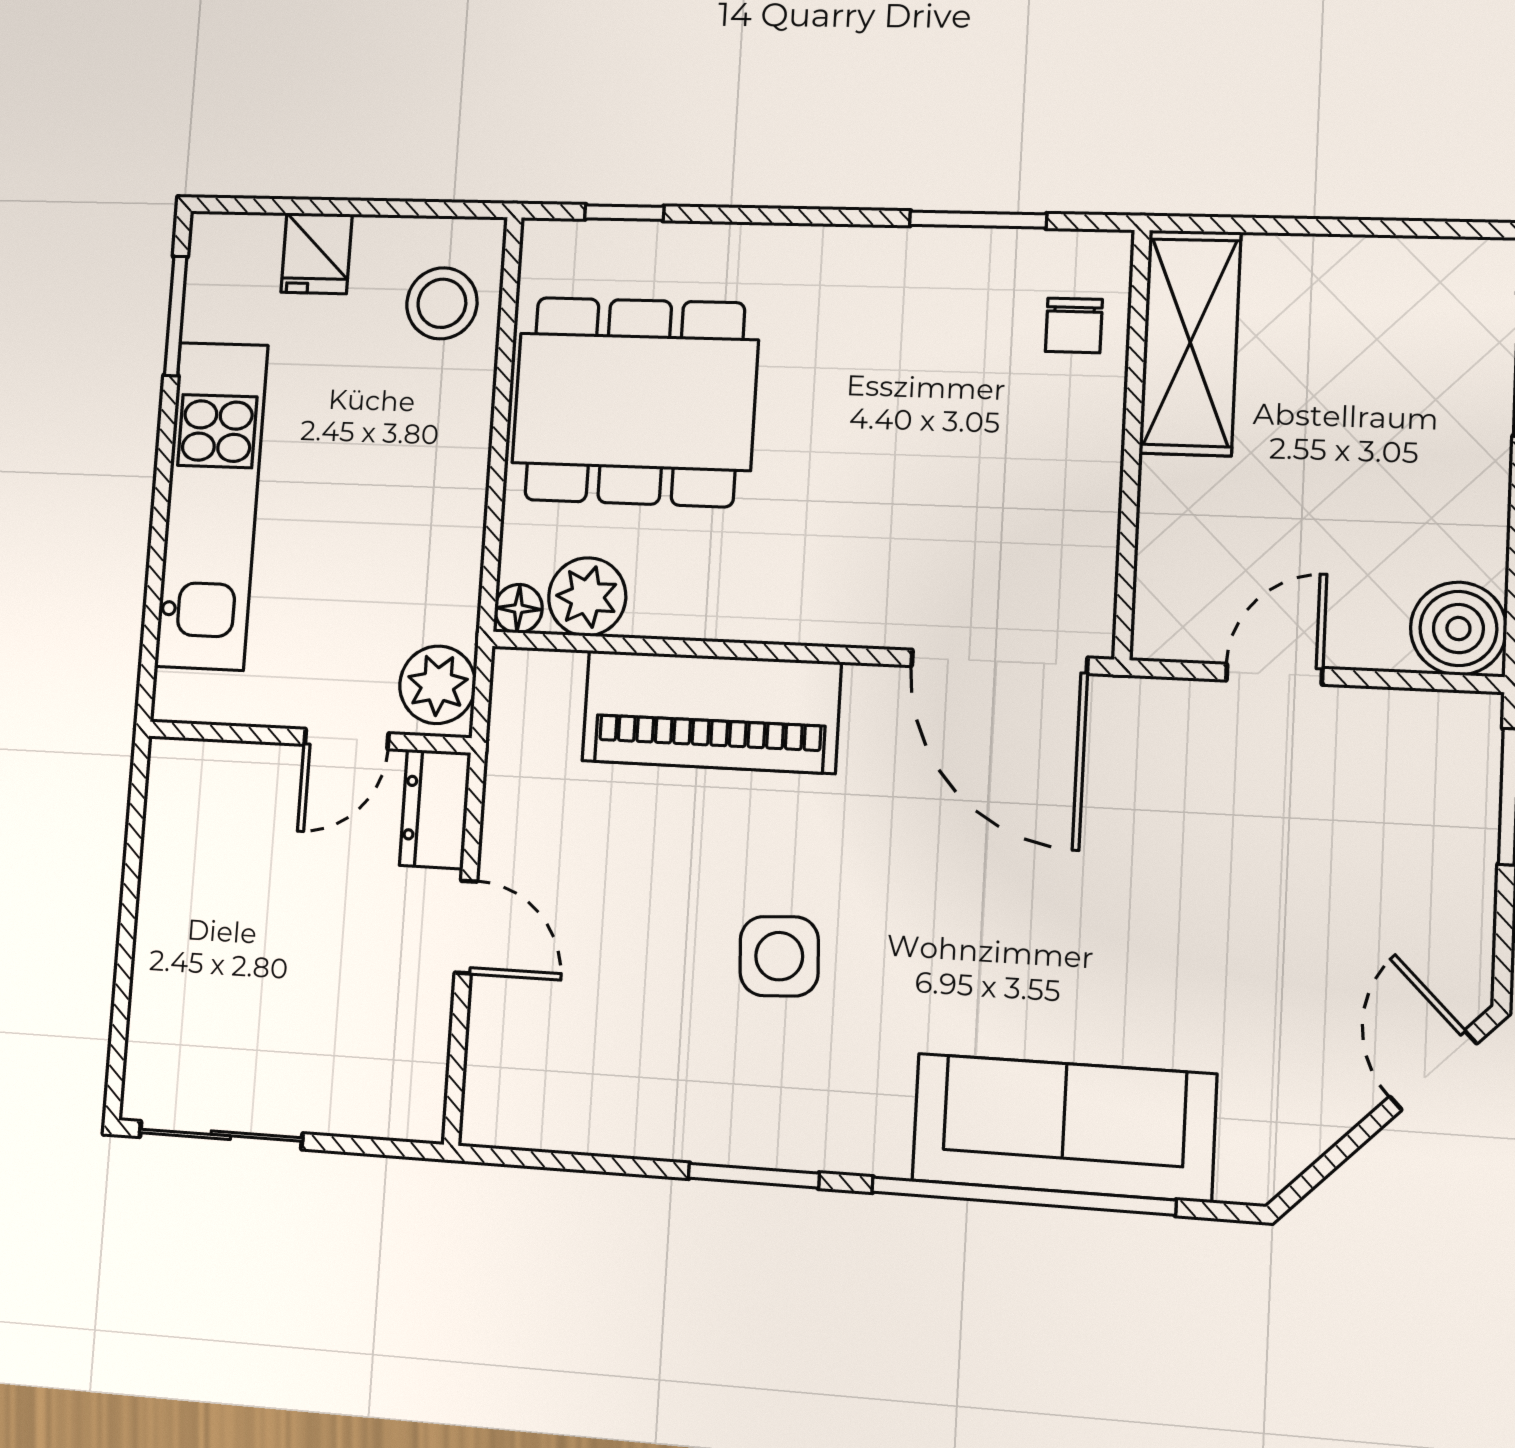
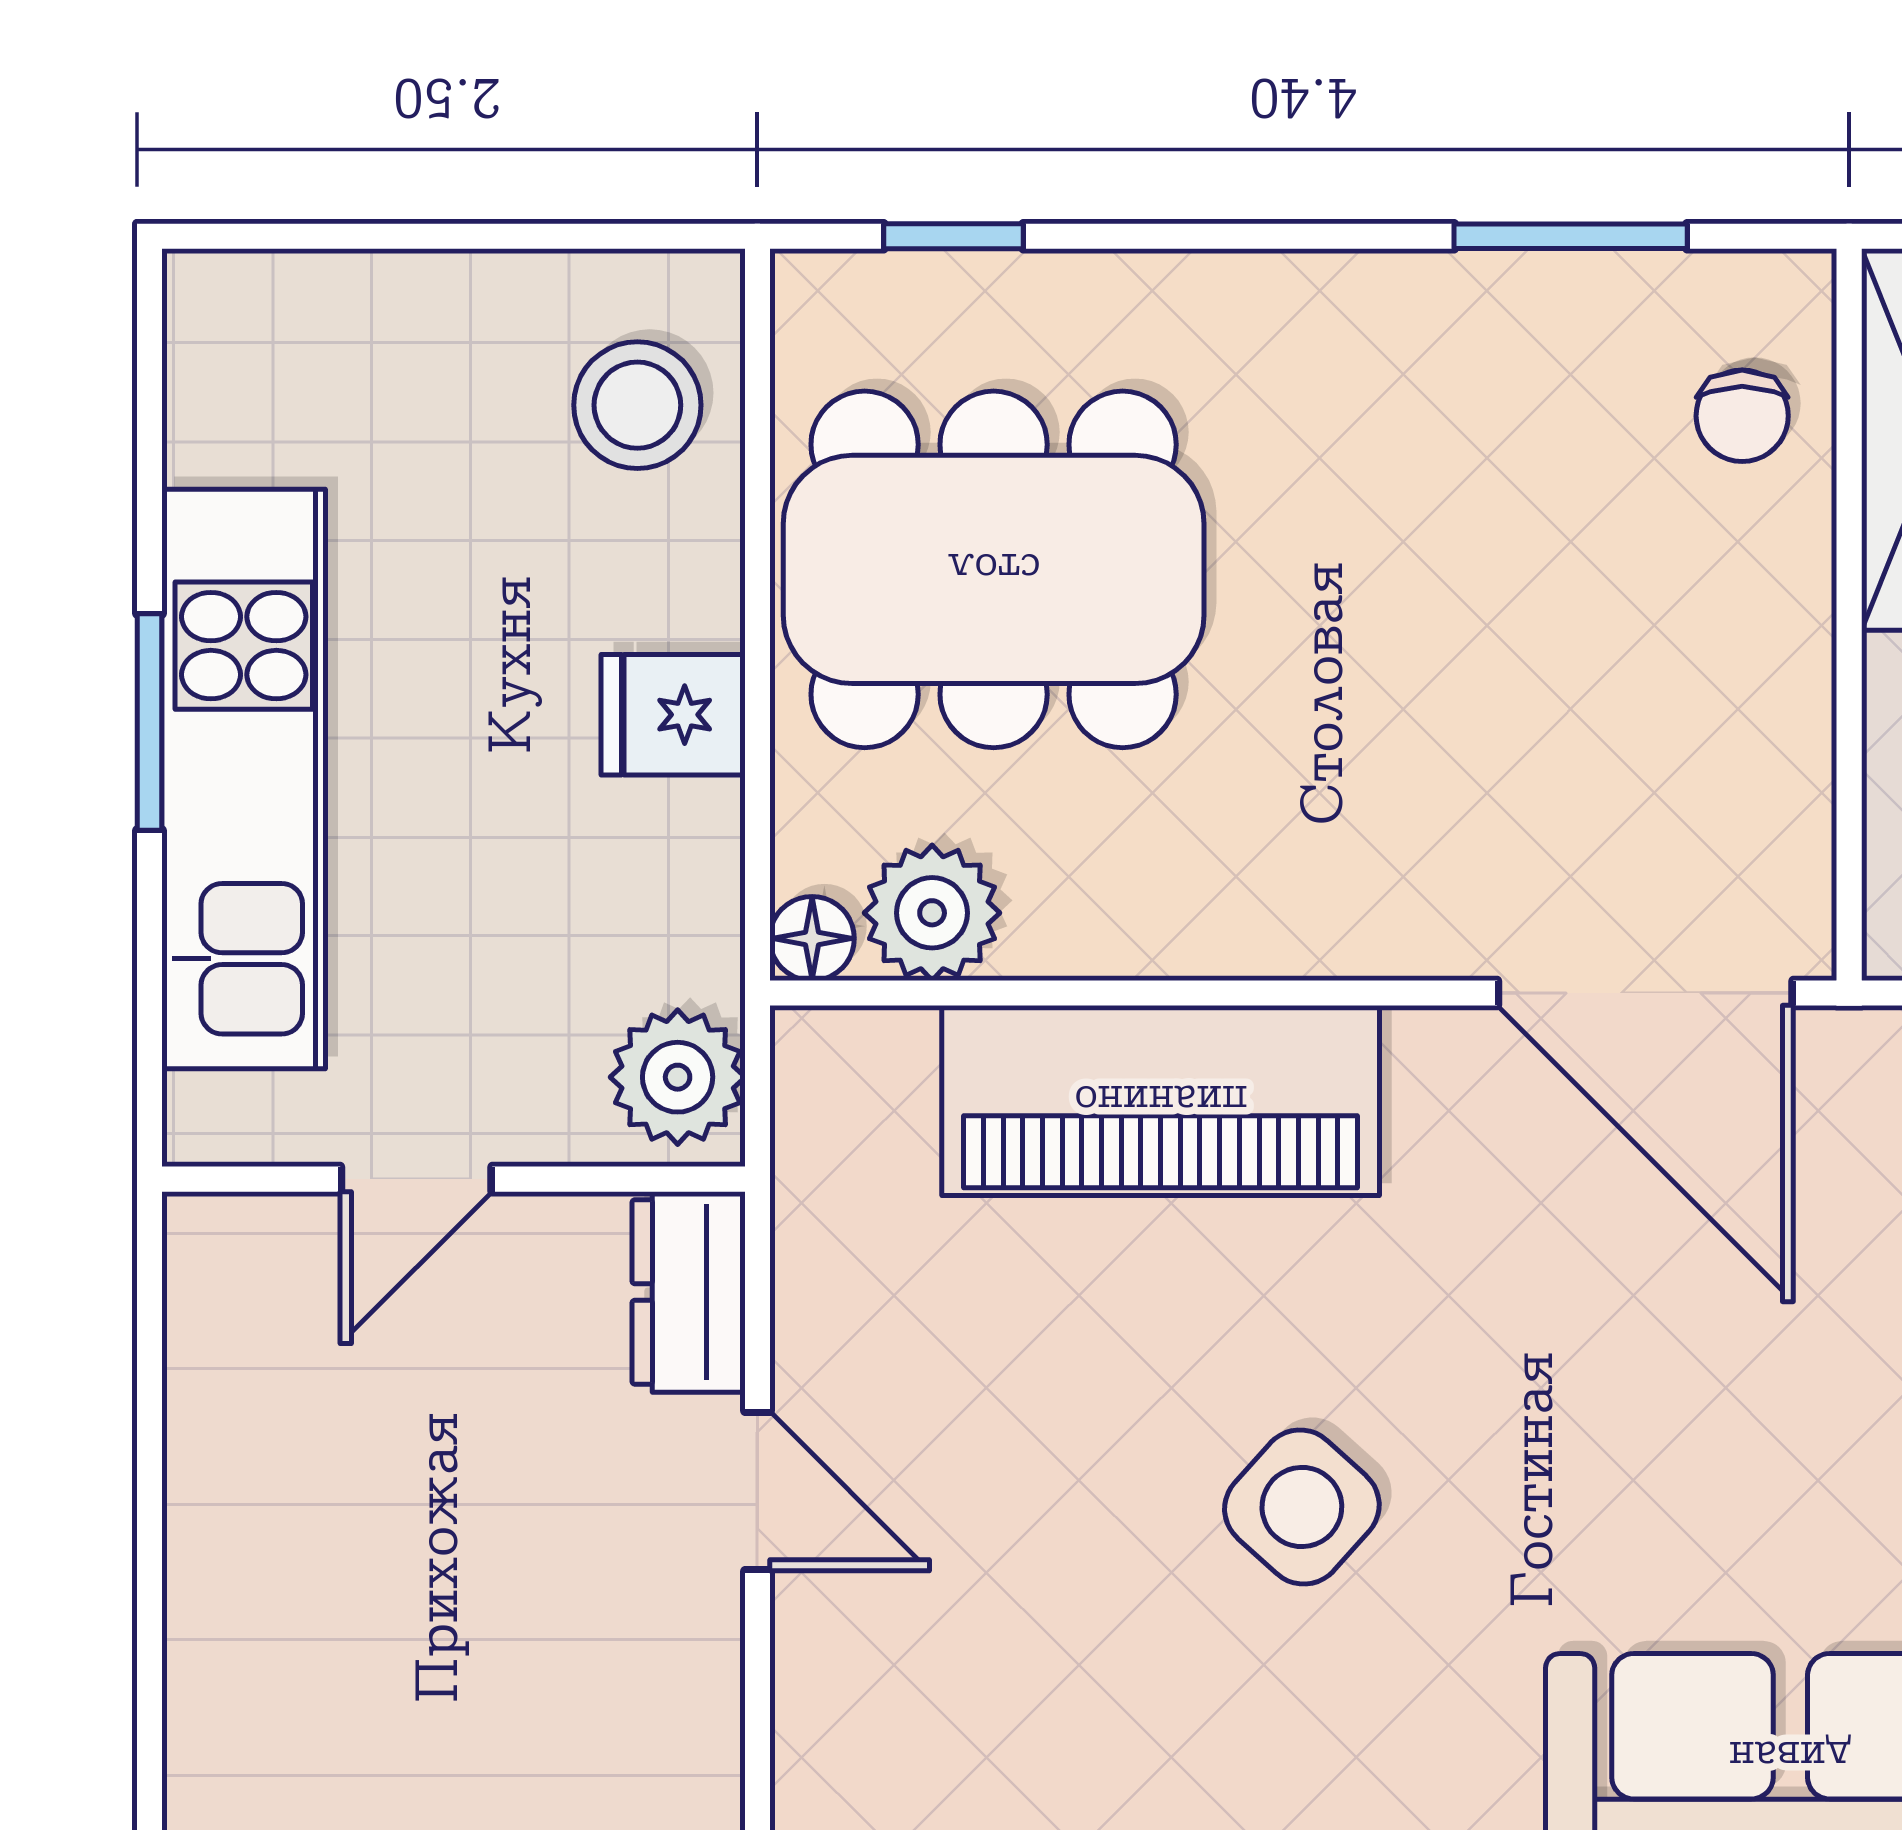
fridge: (317, 253) -> (673, 715), moved, turned 90
window: (176, 316) -> (150, 722), moved
door: (346, 739) -> (416, 1179), moved
side table: (779, 956) -> (1302, 1507), turned 45

